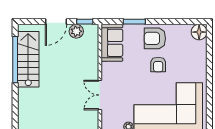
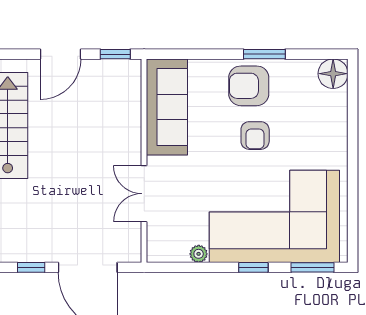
window: (134, 22) -> (264, 54), moved
plant: (76, 31) -> (99, 72), removed
sofa: (112, 43) -> (167, 107), width x1.36

